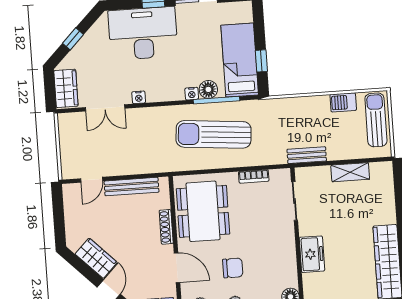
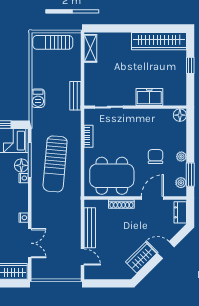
barbecue: (343, 102) -> (38, 98), moved
shelving: (350, 172) -> (90, 48), moved

